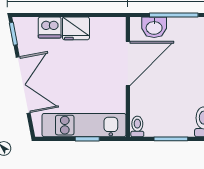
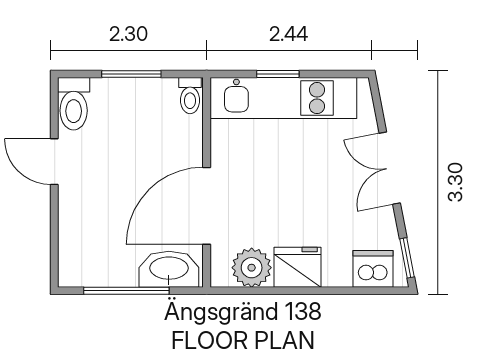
dishwasher: (50, 27) -> (373, 269), moved
washbasin: (154, 27) -> (169, 269), width x1.38
plant: (102, 28) -> (252, 268), added
double door: (23, 85) -> (390, 168), width x0.73

